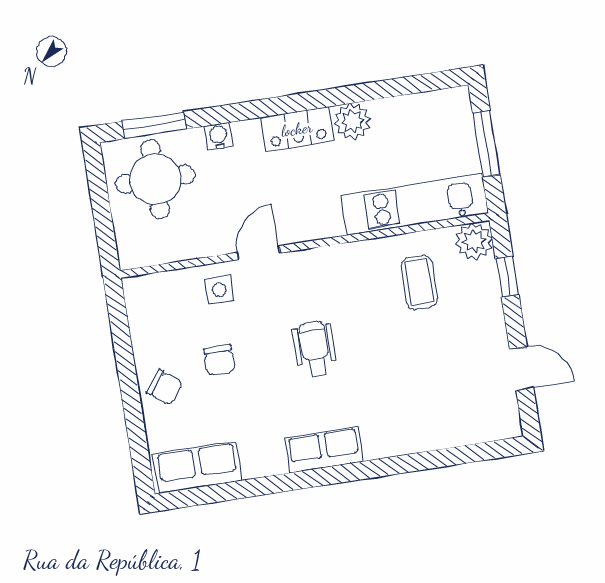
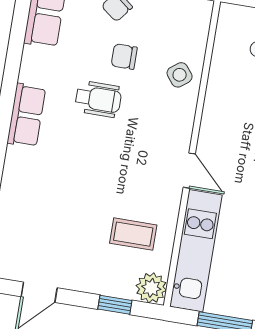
door: (259, 253) -> (189, 171), moved
side table: (219, 290) -> (180, 75), turned -38
wheelchair: (315, 349) -> (98, 99), moved

